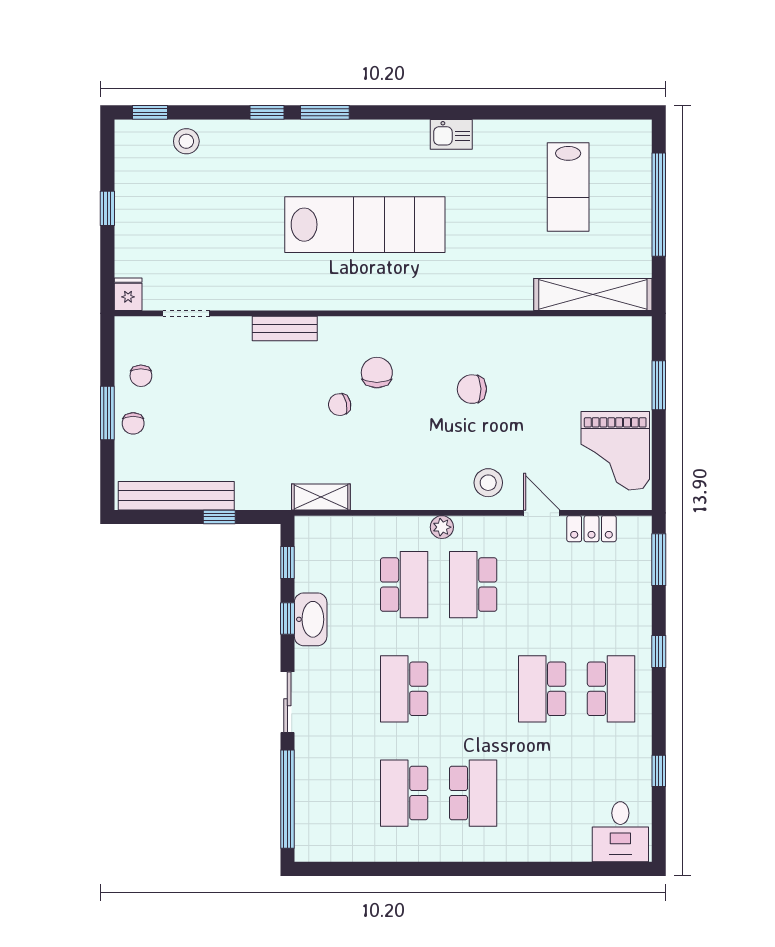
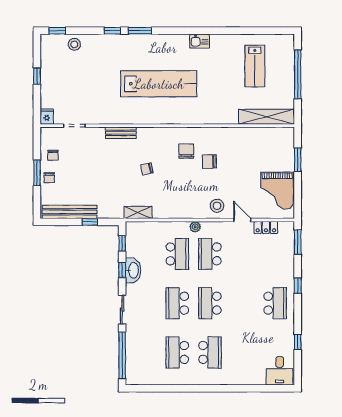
chair: (377, 373) -> (186, 151), moved
school desk: (542, 689) -> (210, 303), moved

